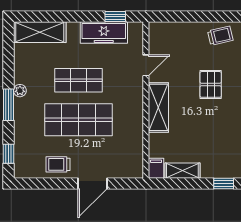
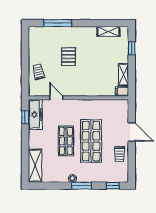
freezer: (104, 33) -> (35, 115), moved
trolley: (220, 36) -> (39, 72), moved
pallet: (211, 84) -> (68, 57), turned 90
shelving: (158, 107) -> (83, 90), removed

